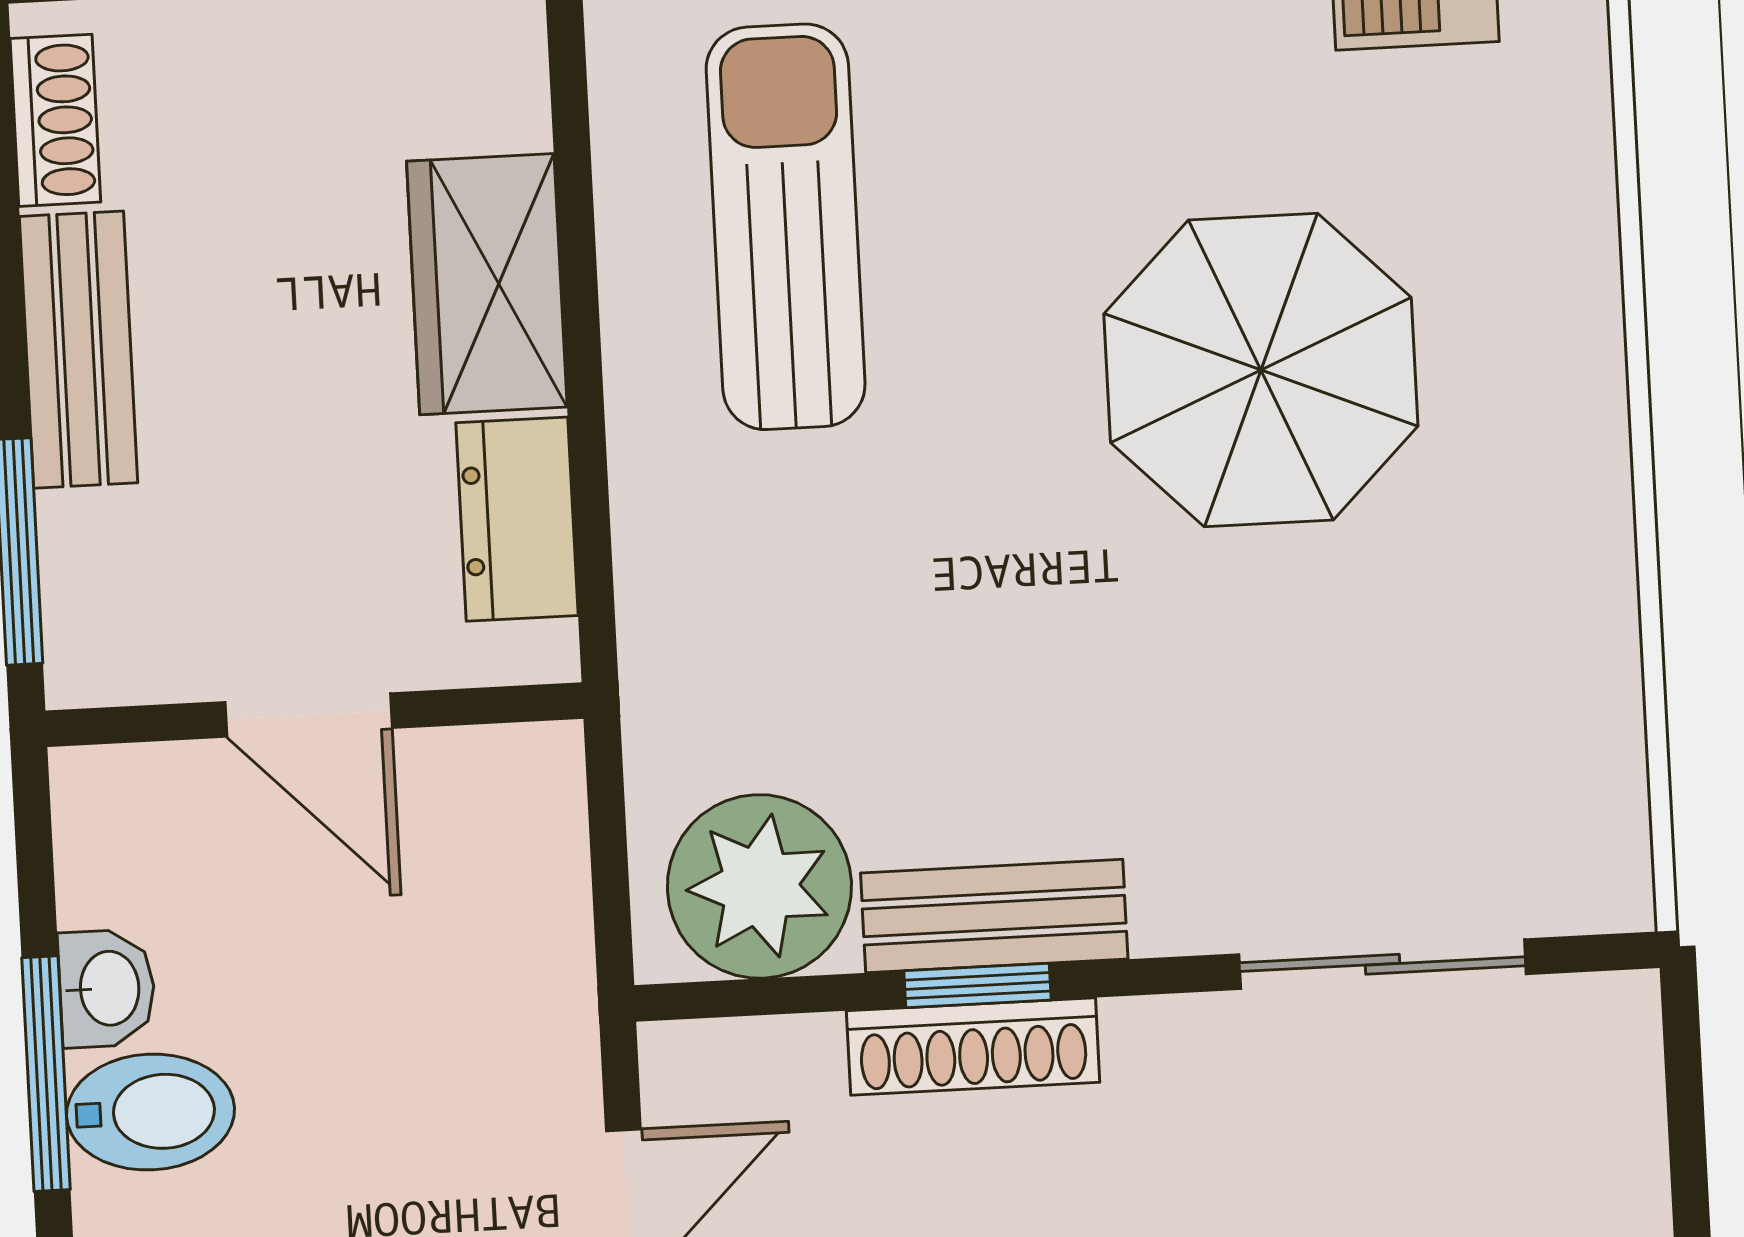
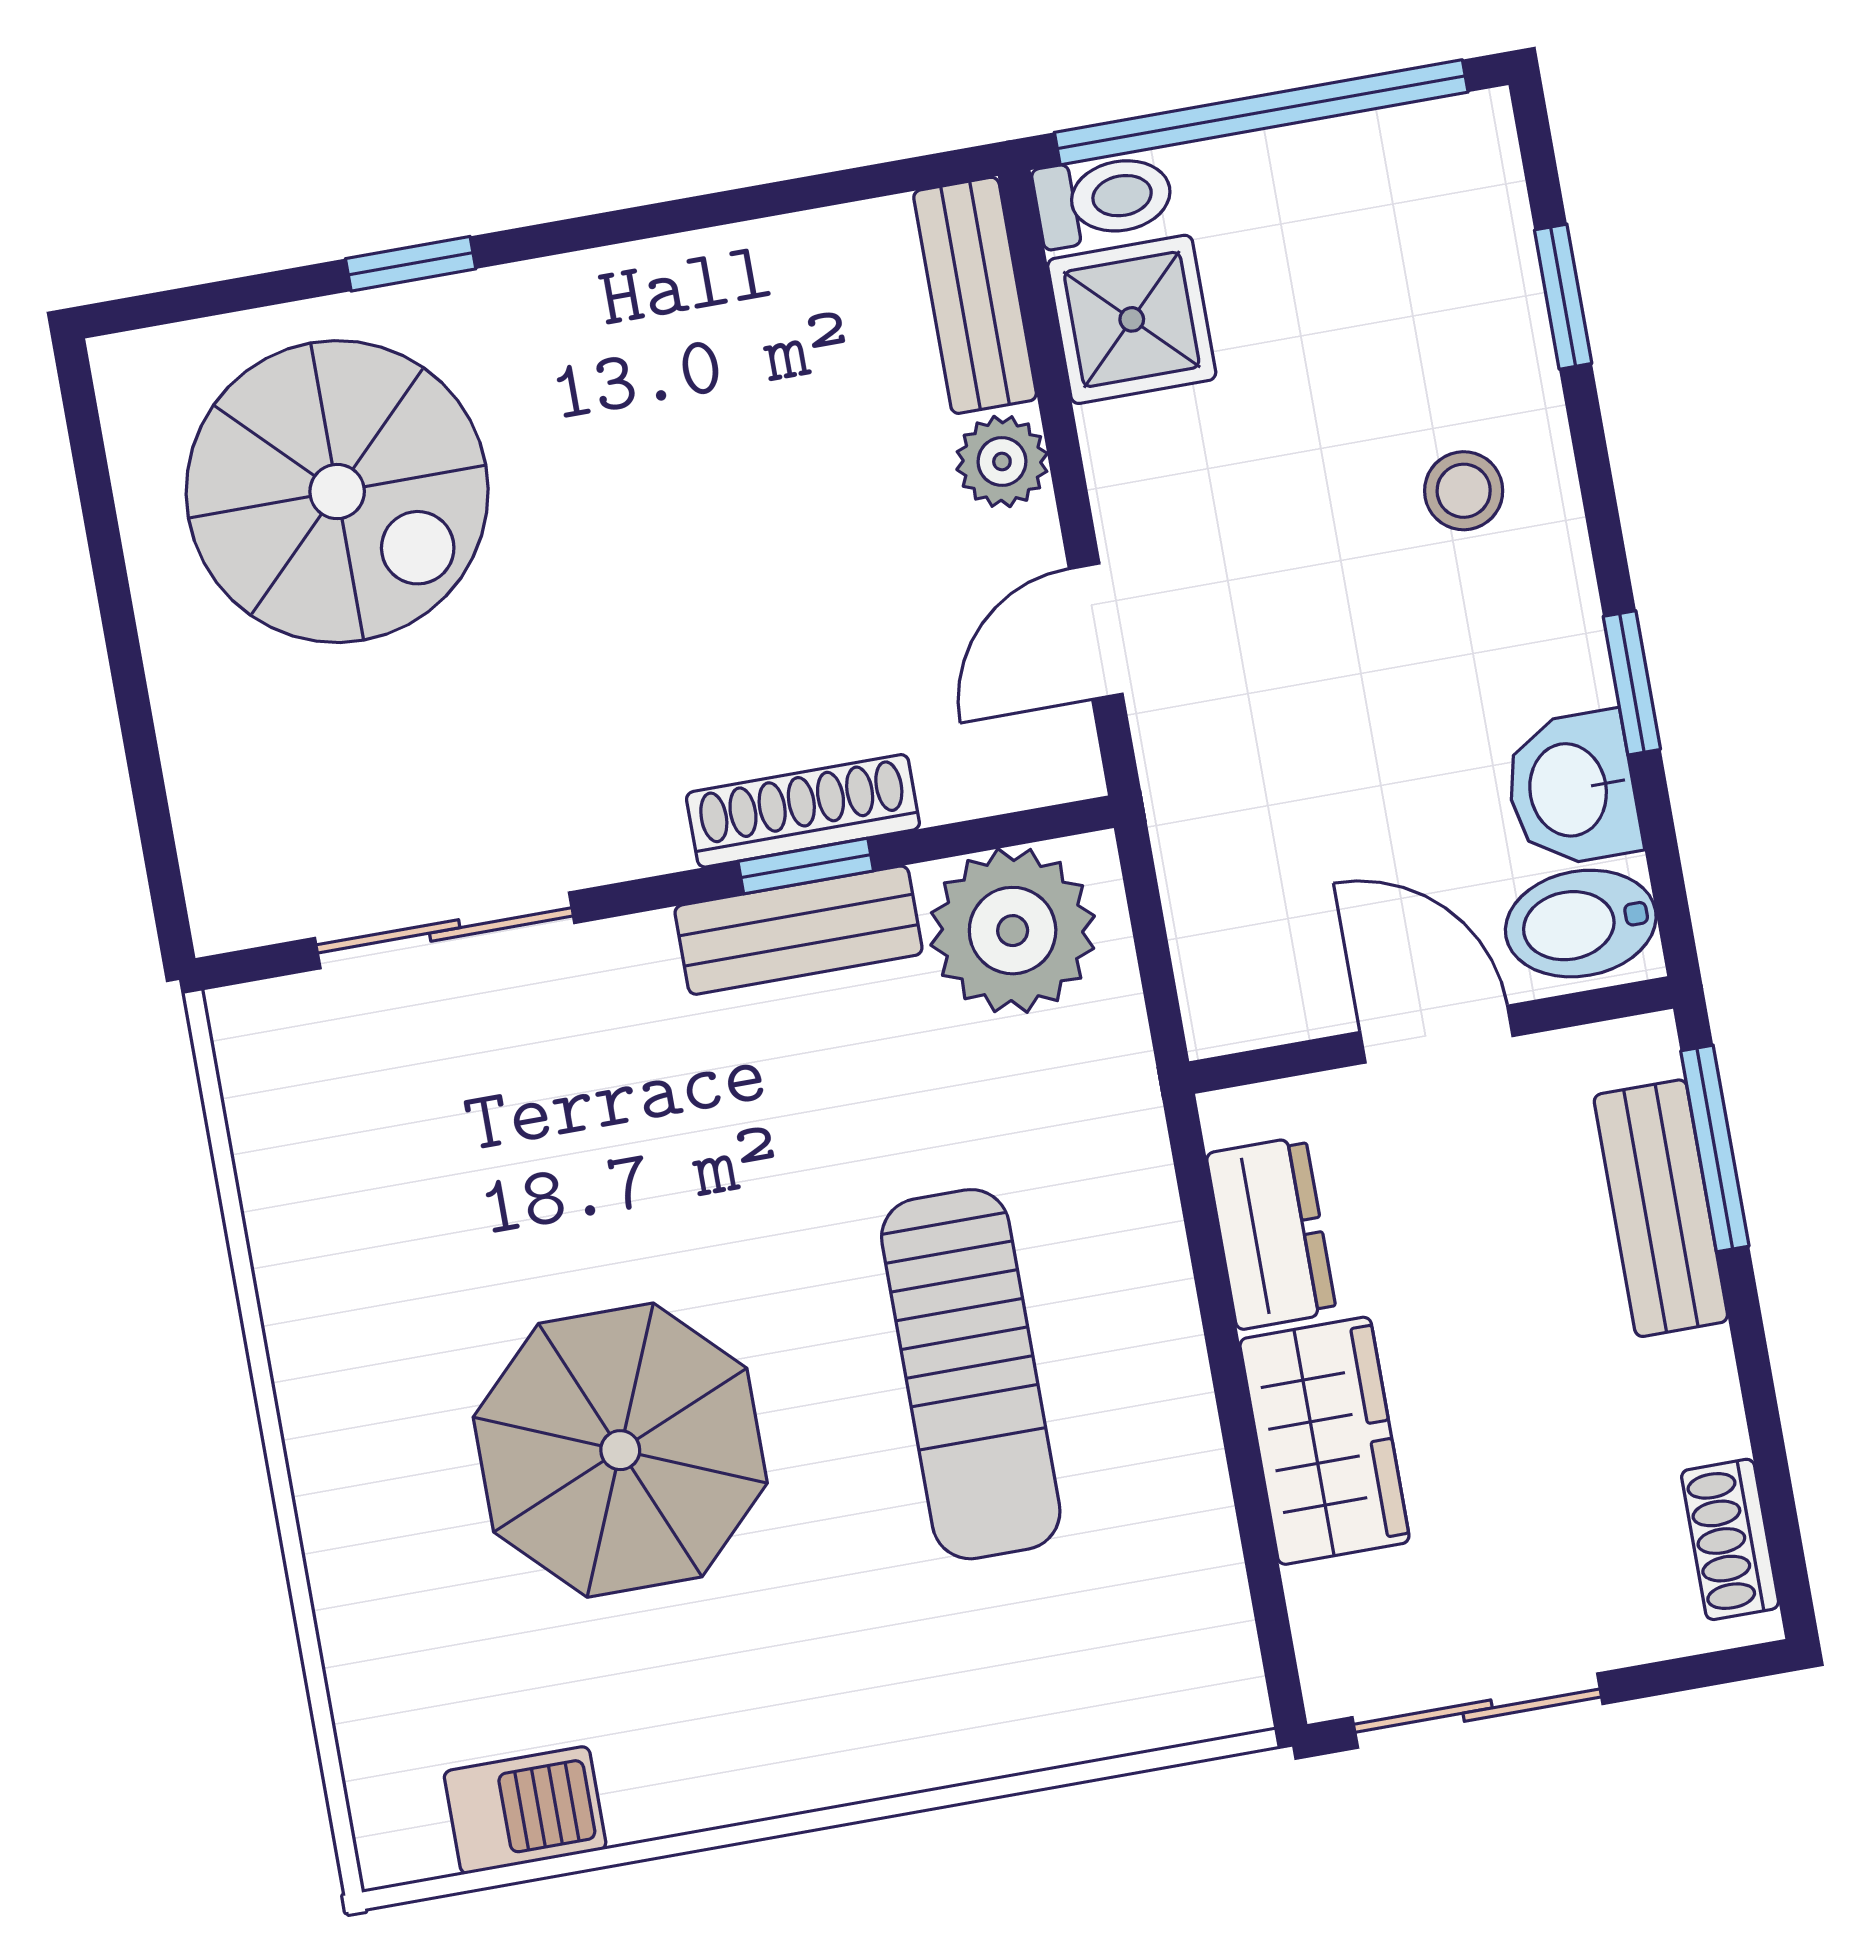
sun lounger: (786, 227) -> (971, 1374), moved
bench: (79, 350) -> (1661, 1208), moved
washbasin: (107, 988) -> (1572, 789), width x1.38, depth x1.45
window: (46, 1074) -> (1632, 683), width x0.67
bidet: (151, 1112) -> (1581, 924), moved

